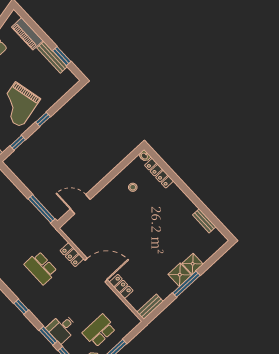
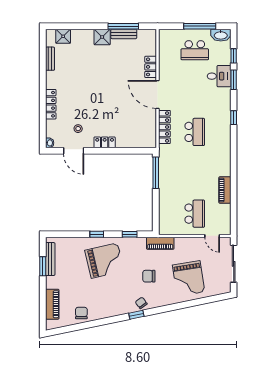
bench: (52, 57) -> (50, 259), moved
locker: (159, 173) -> (51, 104), moved
locker: (103, 196) -> (105, 142), added
door: (80, 204) -> (74, 151), moved
locker: (72, 255) -> (164, 127), width x1.53
shower: (193, 264) -> (63, 36), moved
window: (186, 284) -> (123, 26), moved
bench: (150, 307) -> (124, 34), moved

